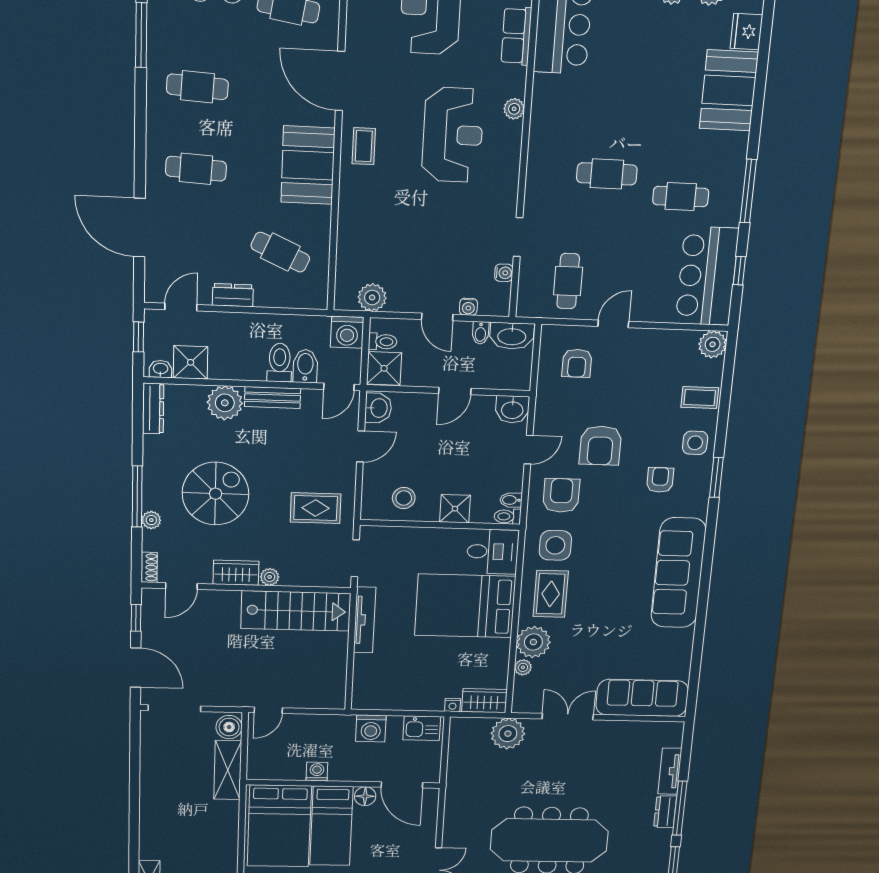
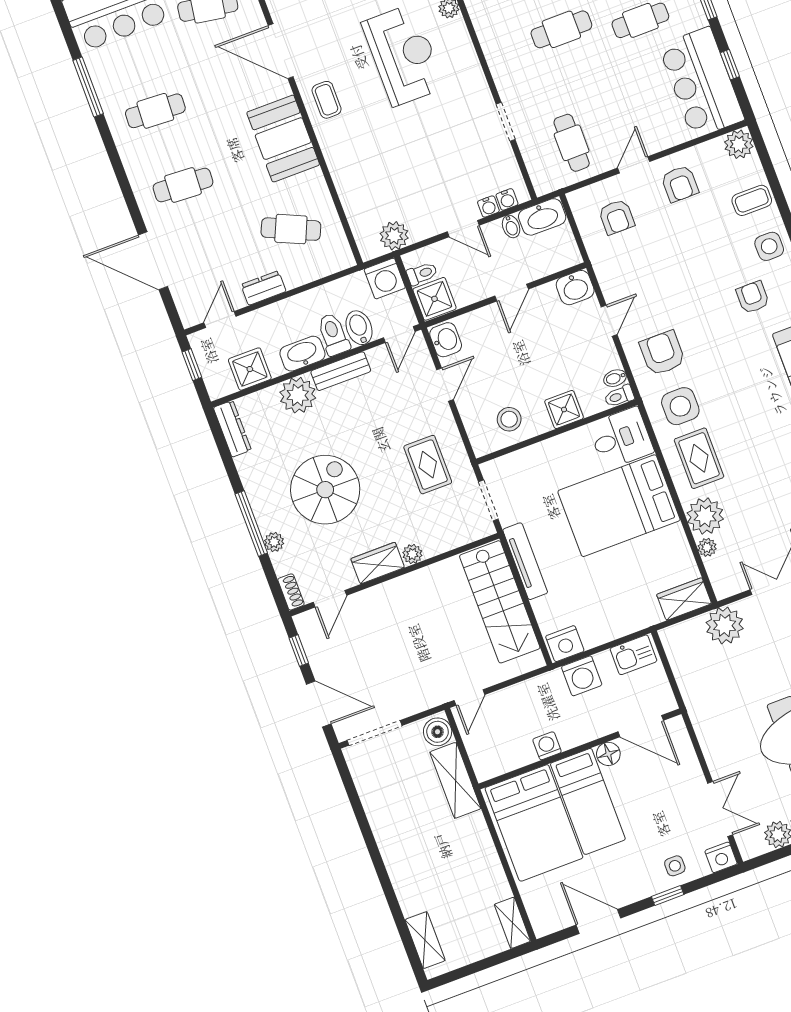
water cooler: (504, 273) -> (507, 199), moved, turned 90
washbasin: (161, 369) -> (302, 354), moved, width x1.91, depth x1.45
armchair: (600, 446) -> (680, 184), moved, width x0.72, depth x0.72
rug: (316, 508) -> (428, 465), turned 90
stairs: (296, 611) -> (500, 602), moved, turned 90
nightstand: (453, 705) -> (565, 644), moved, width x1.89, depth x1.79

